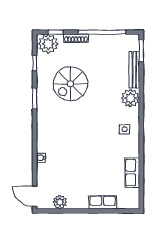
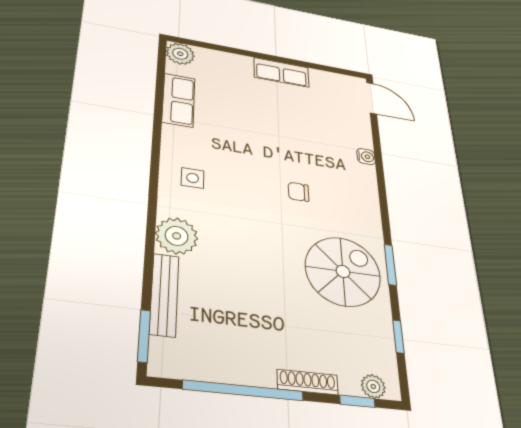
plant: (48, 44) -> (373, 386), width x0.53, depth x0.53
spiral stairs: (70, 84) -> (343, 271), moved
chair: (76, 131) -> (299, 192), added
plant: (60, 202) -> (180, 54), moved
row of seats: (103, 202) -> (281, 72), moved

